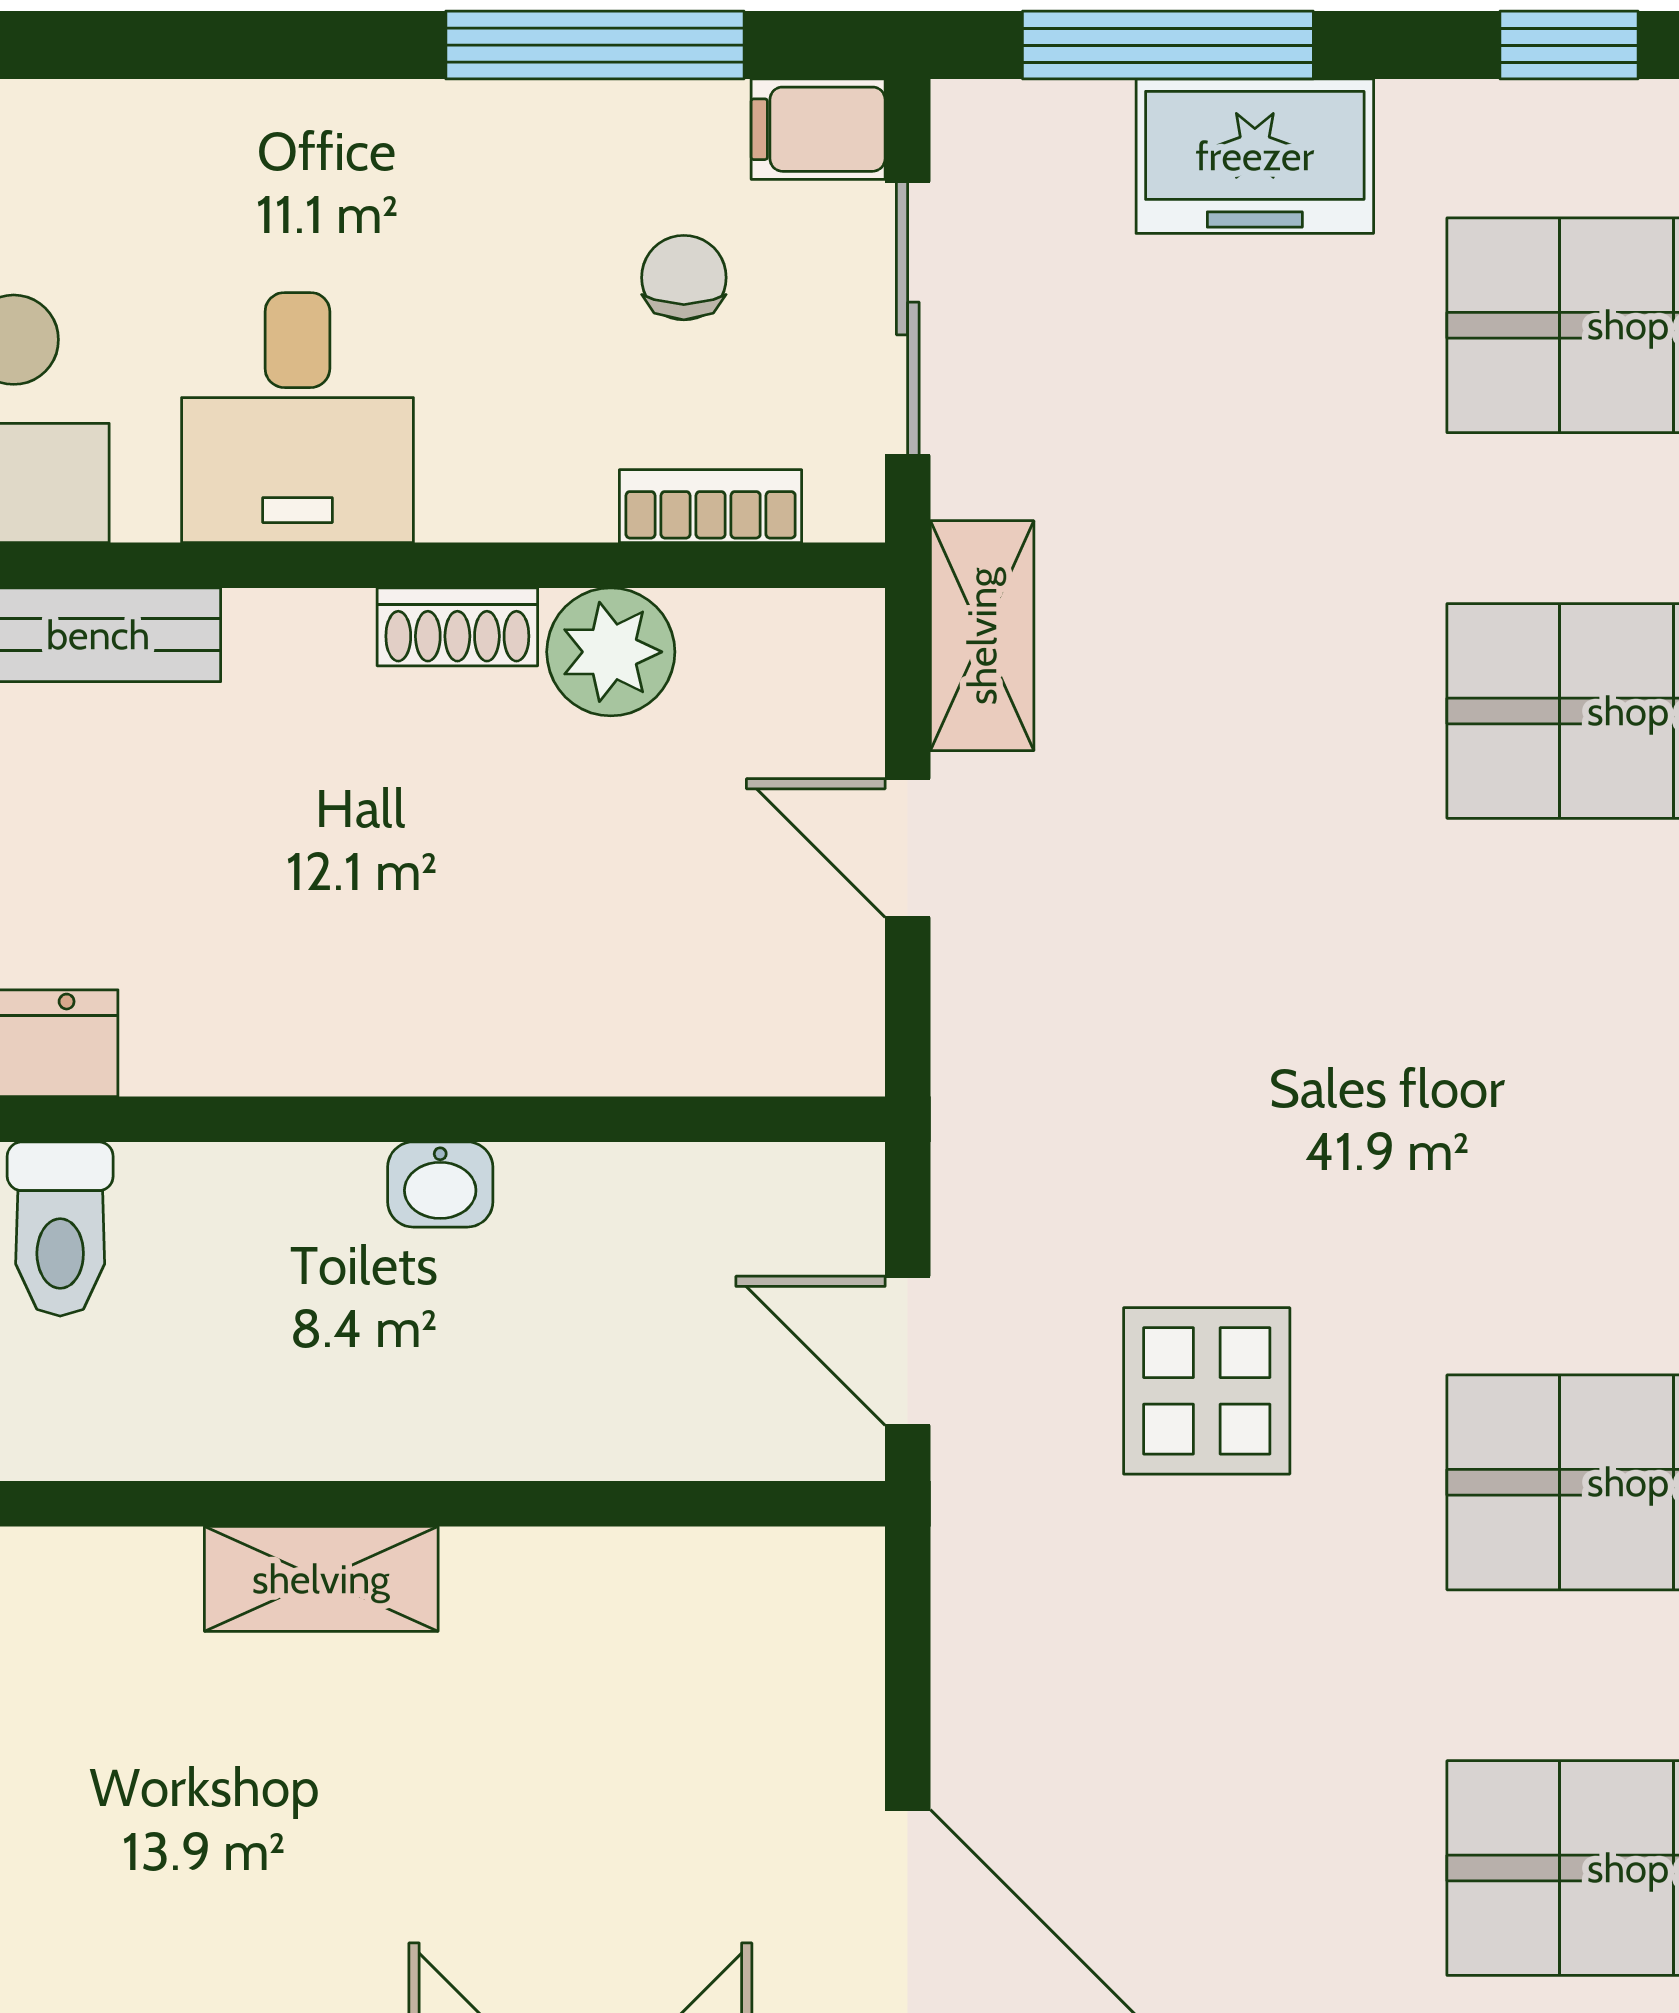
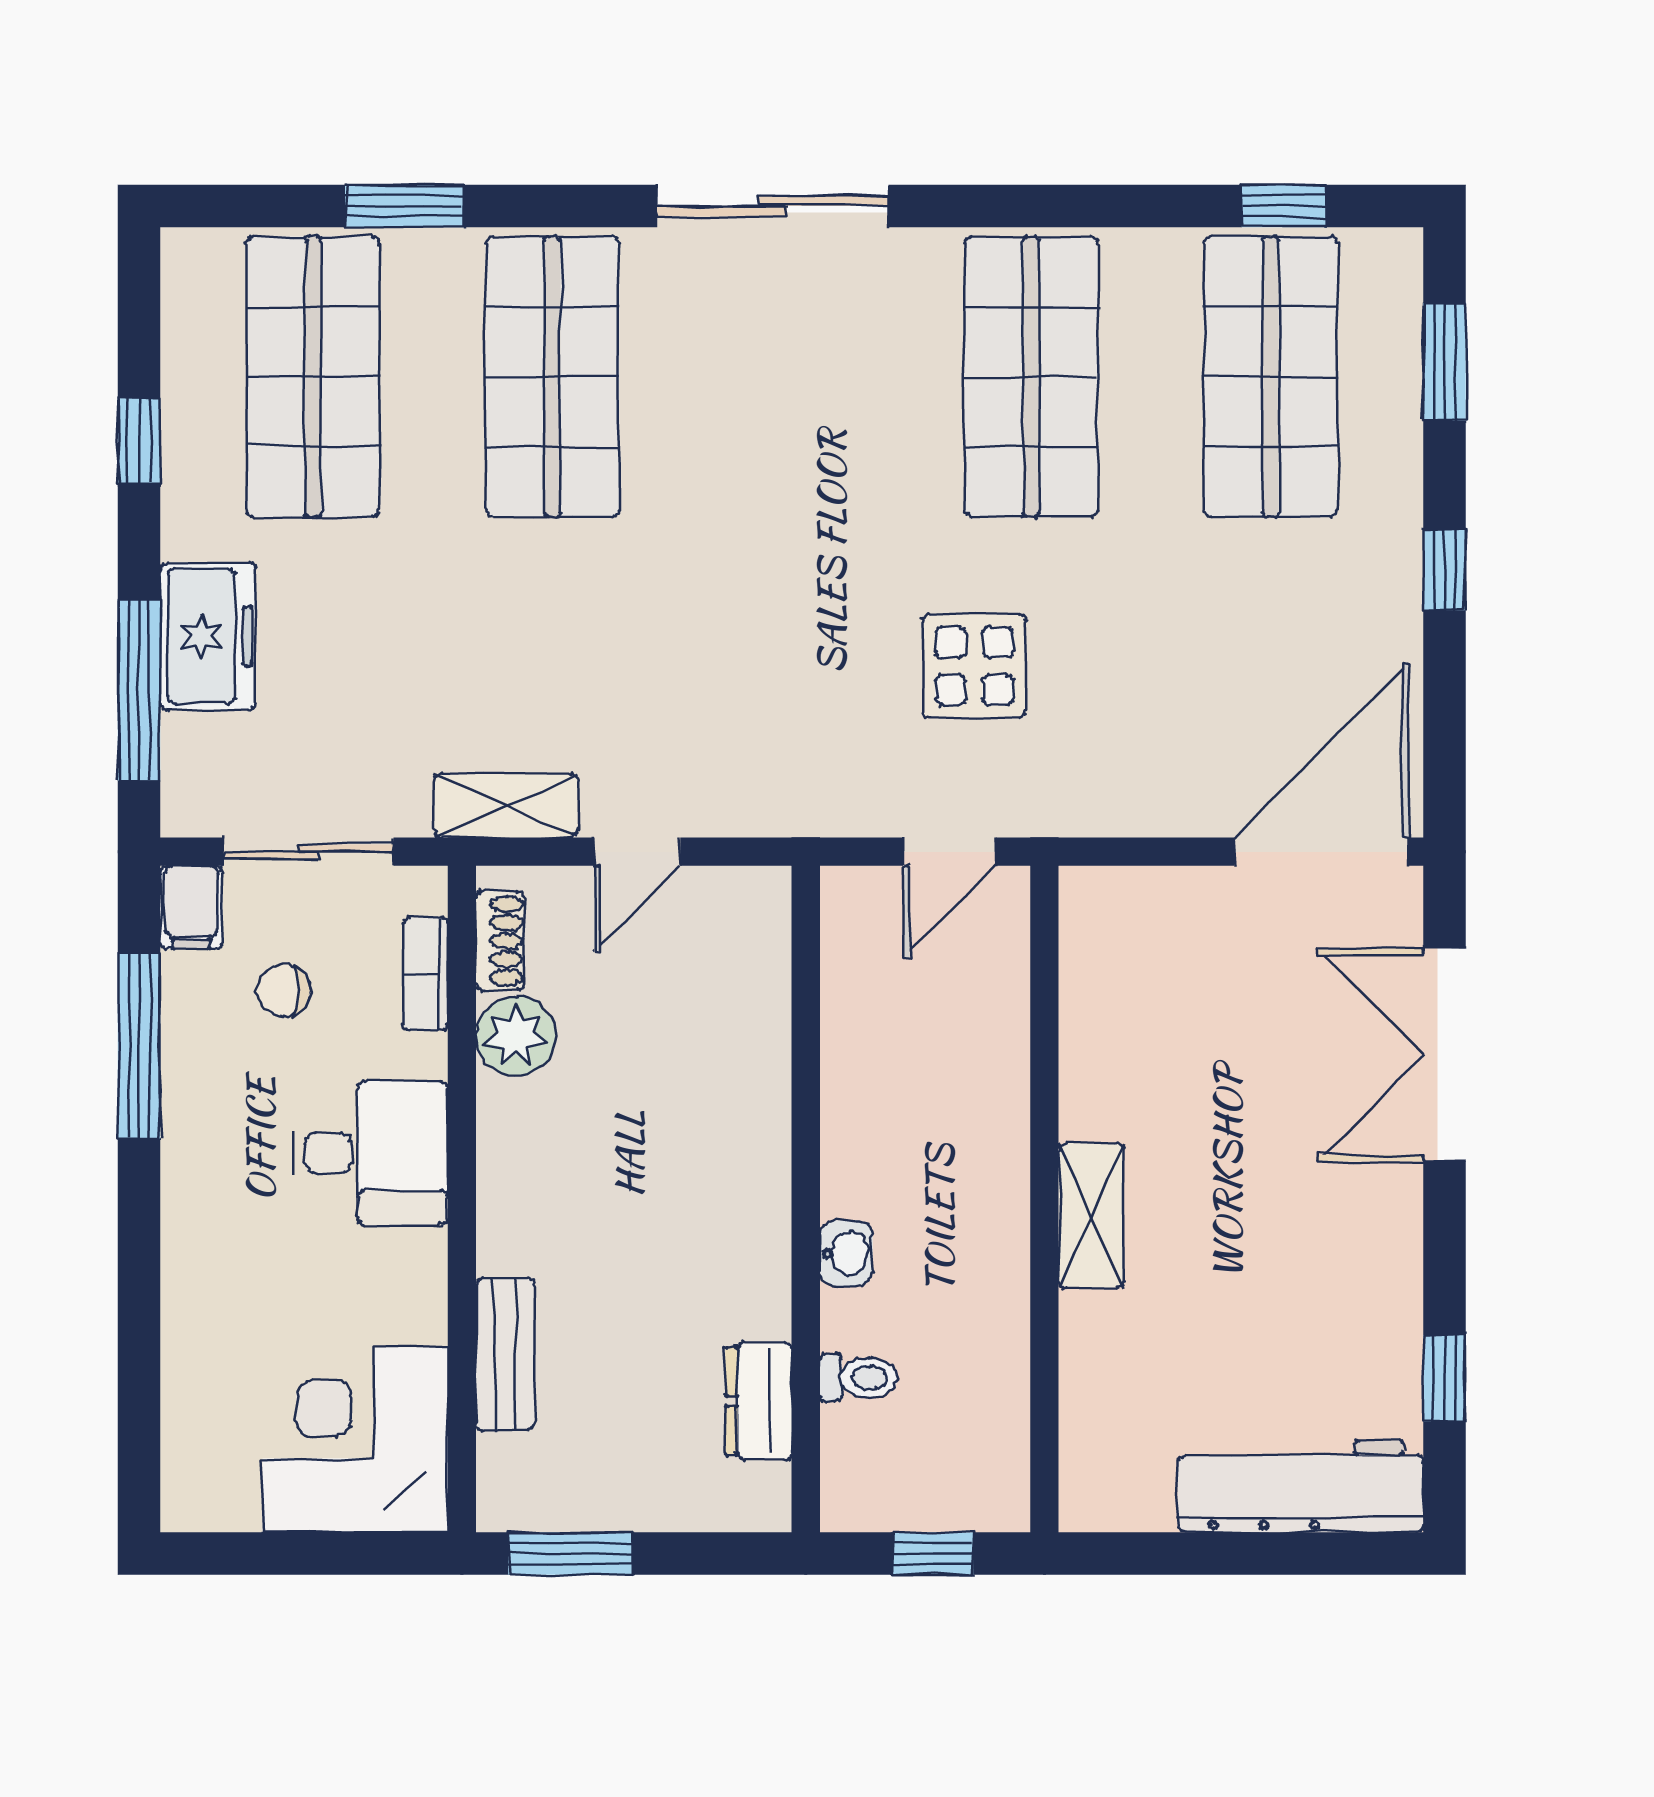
desk: (297, 418) -> (370, 1153), moved
shoe rack: (457, 627) -> (500, 941), moved
washbasin: (440, 1184) -> (846, 1253), moved
toilet: (60, 1229) -> (859, 1378), width x0.73, depth x0.72

